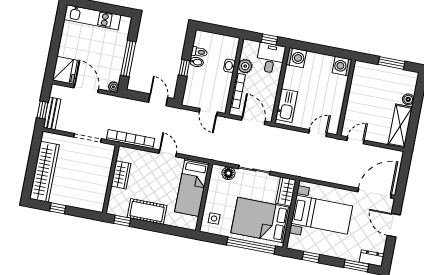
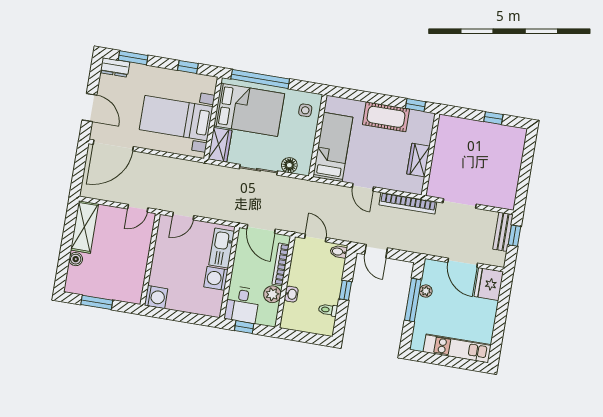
washing machine: (296, 58) -> (216, 278), moved
bidet: (196, 62) -> (339, 252), moved
plant: (113, 87) -> (426, 291), moved
wardrobe: (44, 172) -> (510, 162), removed

